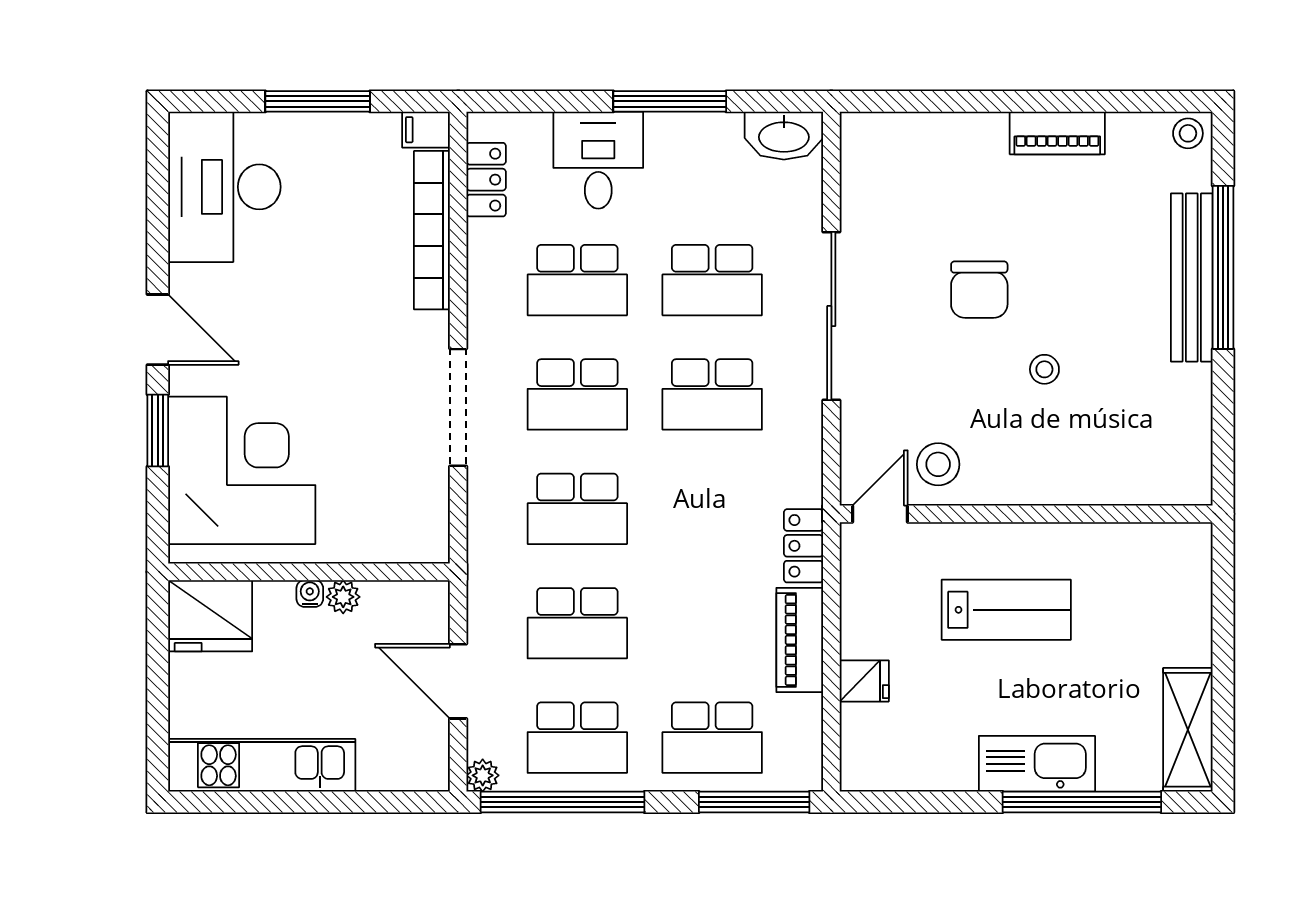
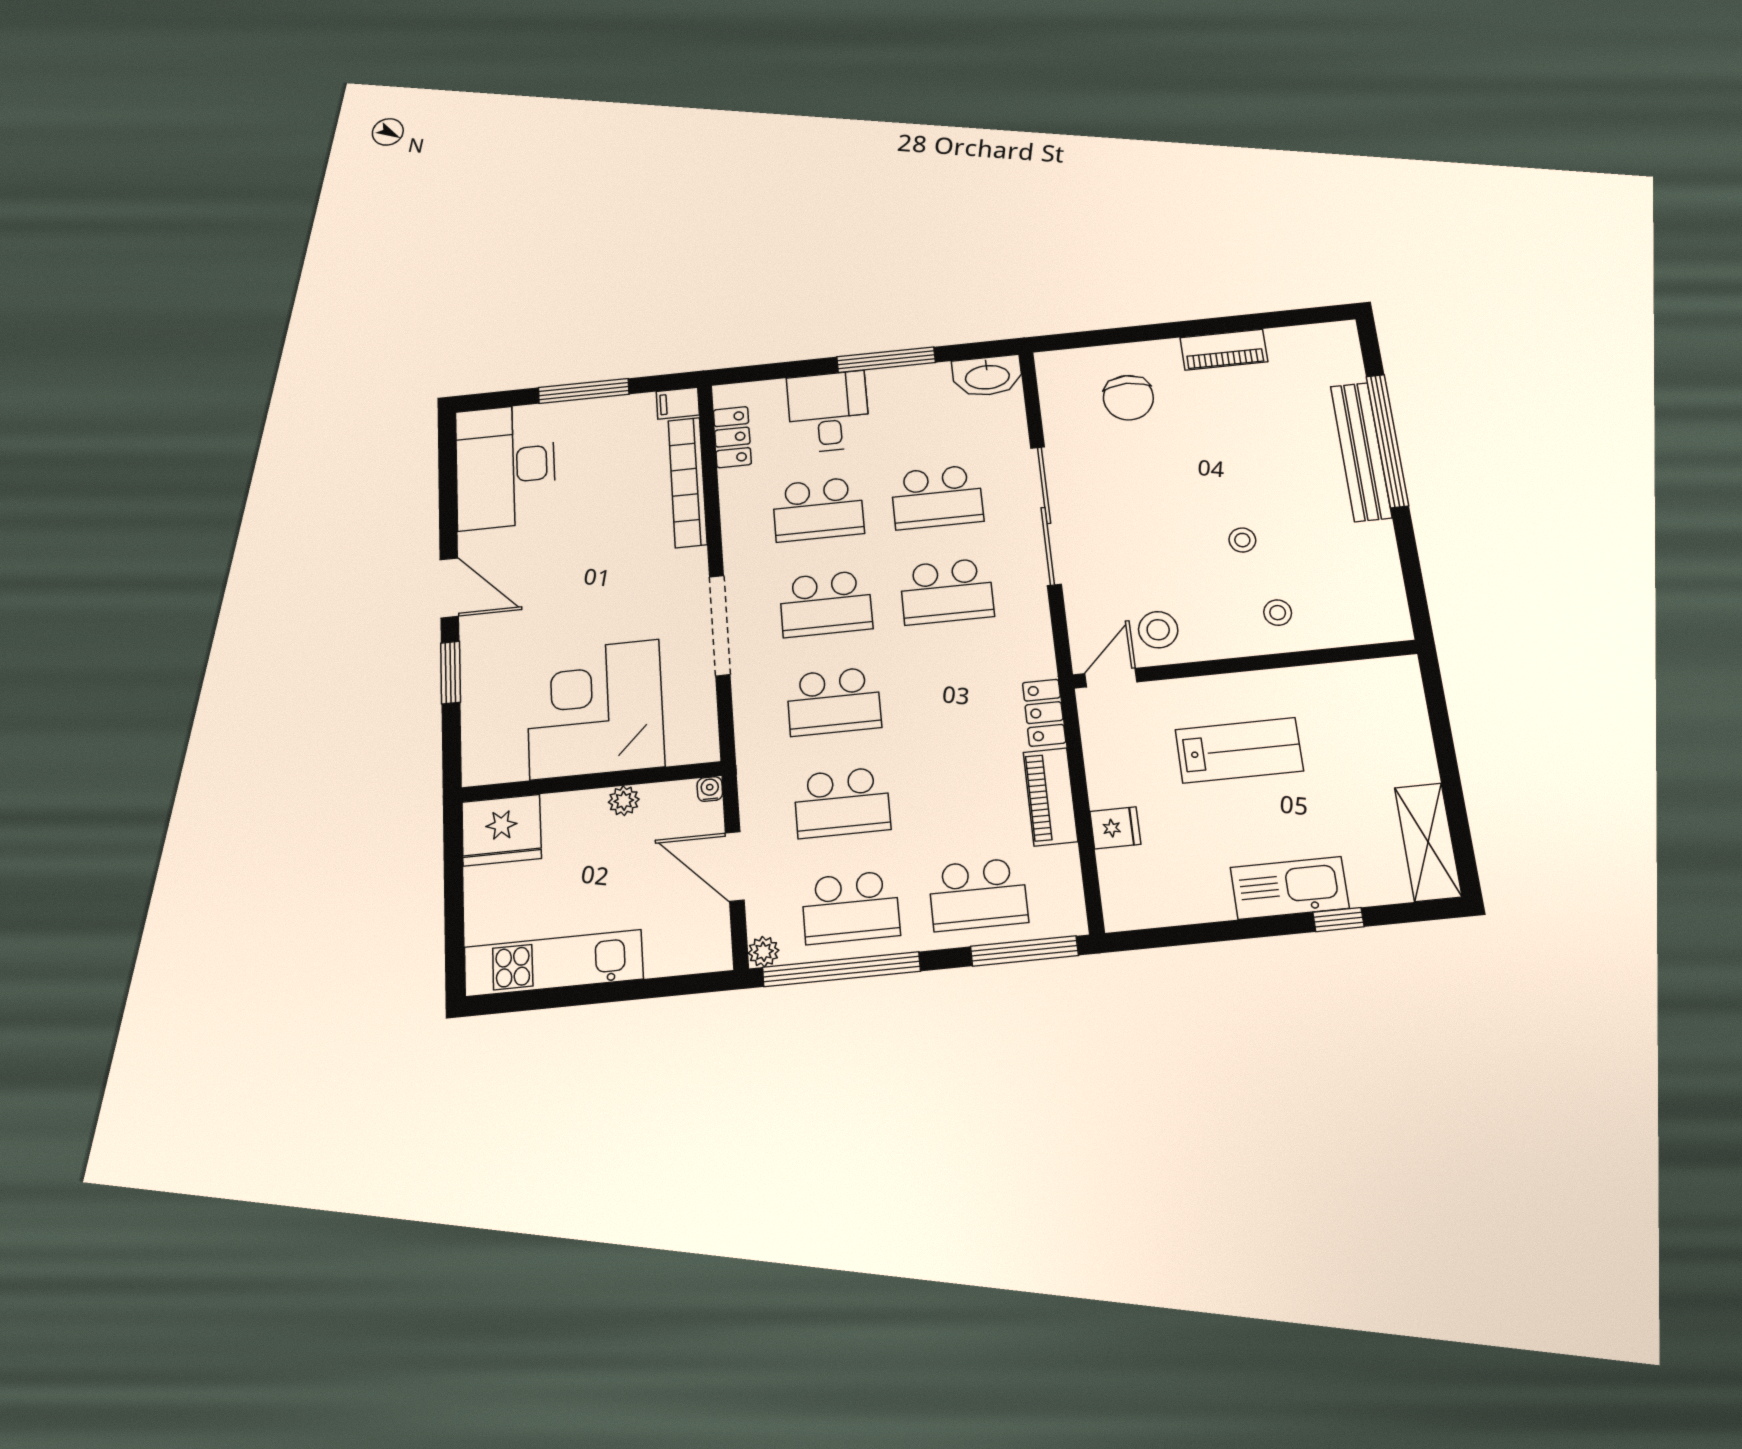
stool: (1188, 133) -> (1278, 613), moved
chair: (979, 290) -> (1128, 398), moved
corner desk: (242, 470) -> (595, 709), moved, turned -90
water cooler: (310, 594) -> (710, 789), moved
window: (1082, 802) -> (1338, 920), width x0.32

